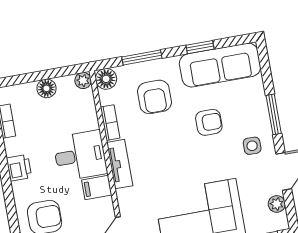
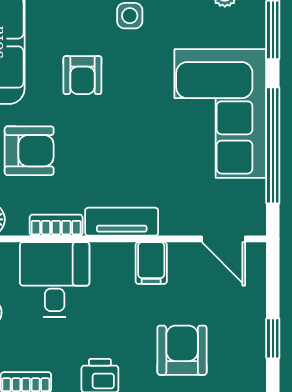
armchair: (209, 122) -> (82, 75), turned 180
desk: (80, 156) -> (55, 280), moved

